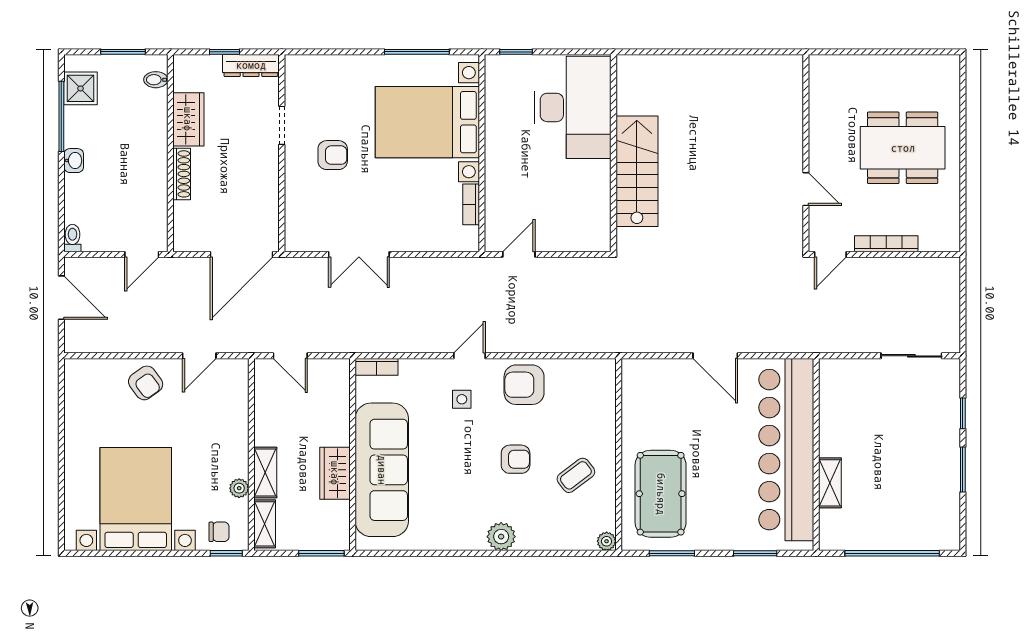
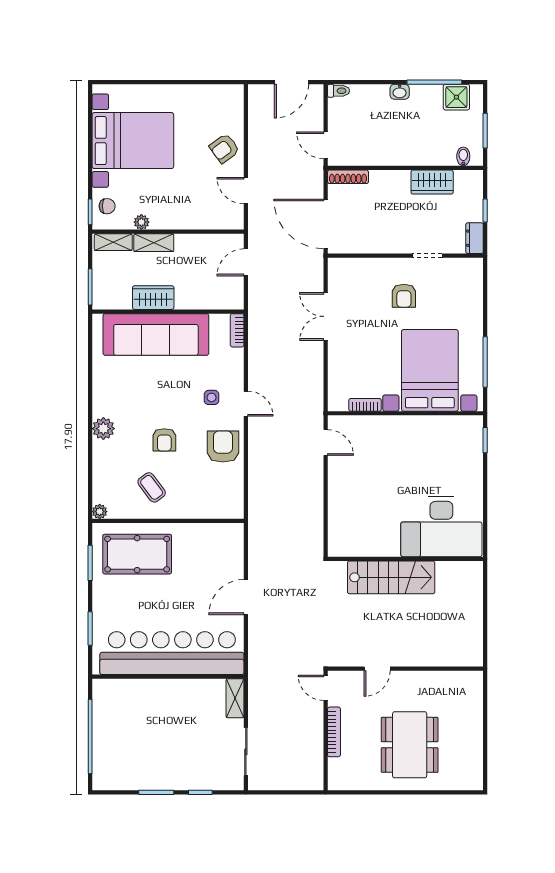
dresser: (251, 65) -> (474, 238), width x0.70
desk: (573, 107) -> (441, 527), moved
wall: (613, 153) -> (405, 559), moved
stairs: (637, 171) -> (391, 577), moved
shoe rack: (182, 174) -> (348, 177), moved
shelving: (830, 483) -> (235, 698), moved, turned 90
chair: (219, 532) -> (107, 206), turned -90

